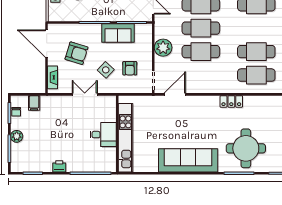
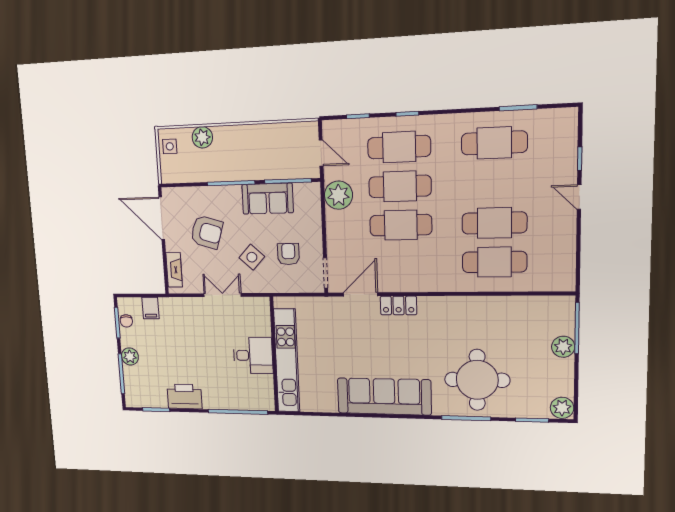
plant: (163, 48) -> (338, 195), moved
armchair: (130, 68) -> (288, 254), turned 180
locker: (231, 101) -> (399, 305), moved
printer: (59, 166) -> (184, 396), width x1.87, depth x1.48

